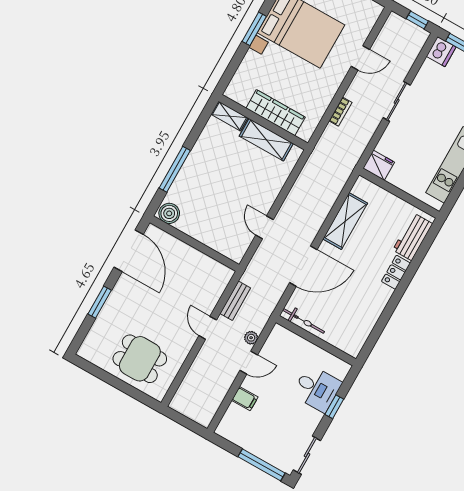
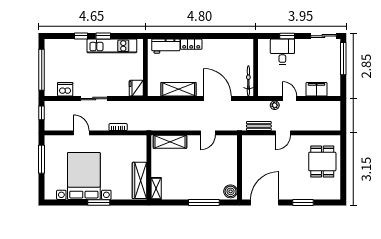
dishwasher: (441, 52) -> (65, 89), moved
wardrobe: (276, 113) -> (139, 180), moved
shelving: (266, 140) -> (170, 142), moved, turned 90
filing cabinet: (245, 399) -> (316, 89), width x2.00

